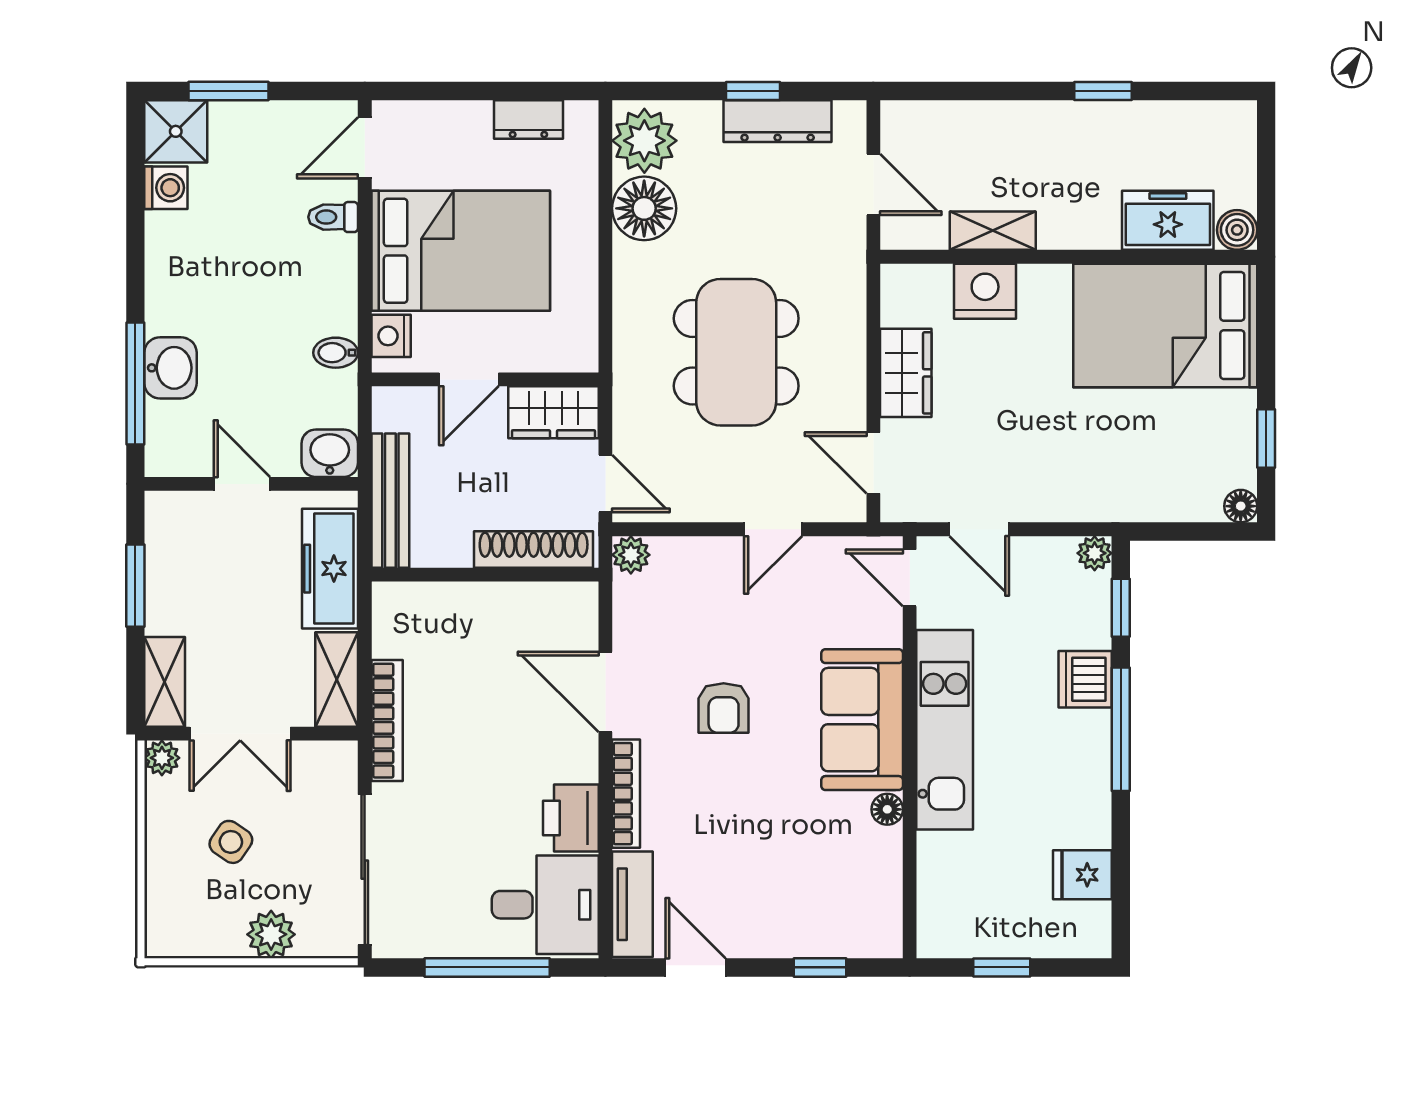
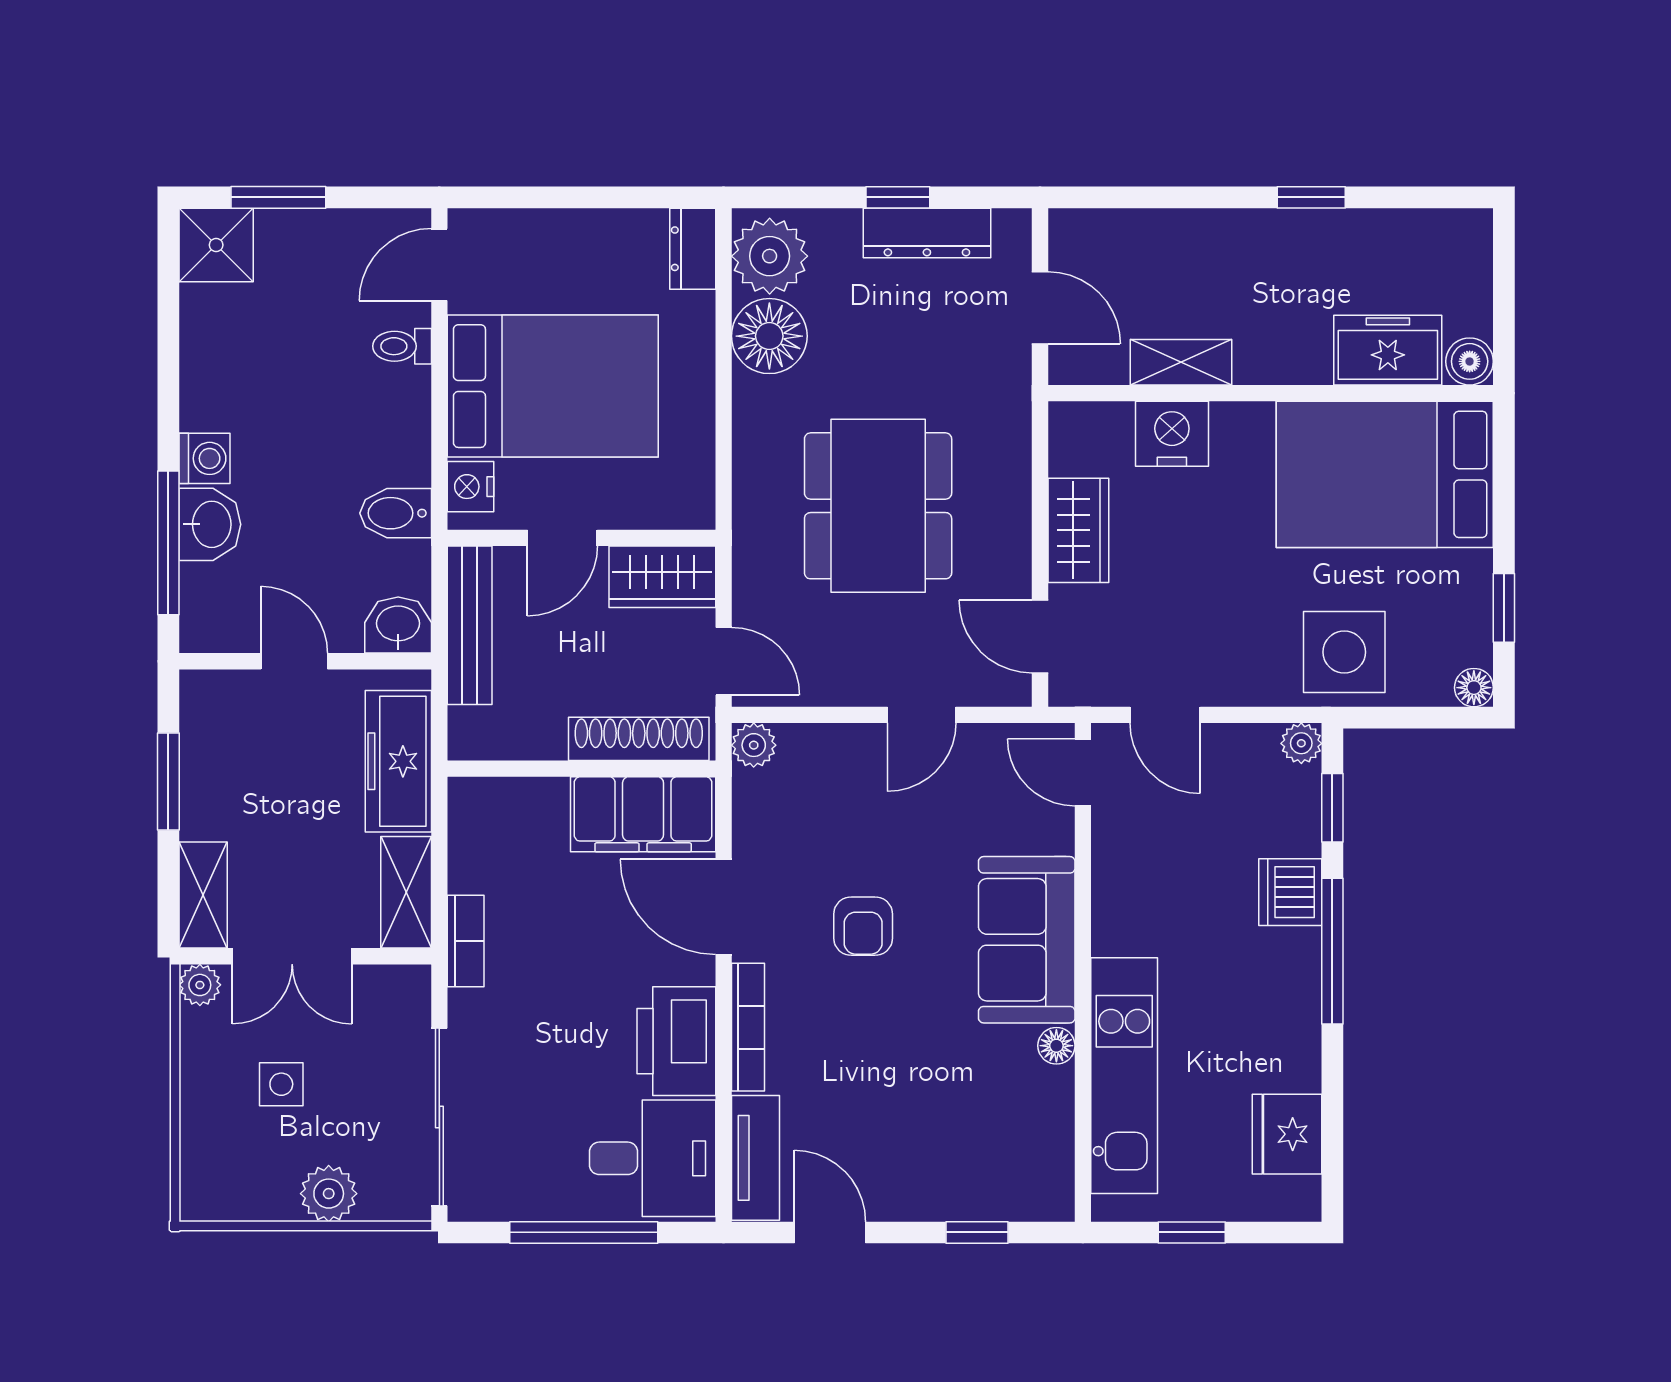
dresser: (528, 119) -> (693, 249), moved, turned 90
washing machine: (166, 188) -> (204, 458), moved
bidet: (336, 353) -> (396, 513), width x1.38, depth x1.36
side table: (1131, 476) -> (1344, 652), added
bench: (390, 501) -> (470, 625), moved
filing cabinet: (537, 613) -> (643, 814), added
bookcase: (387, 721) -> (466, 941), width x0.64
kitchen unit: (945, 730) -> (1124, 1076), moved
printer: (571, 818) -> (676, 1041), width x1.37, depth x1.19
side table: (231, 842) -> (281, 1084), turned -34
fridge: (1082, 875) -> (1287, 1134), width x1.38

